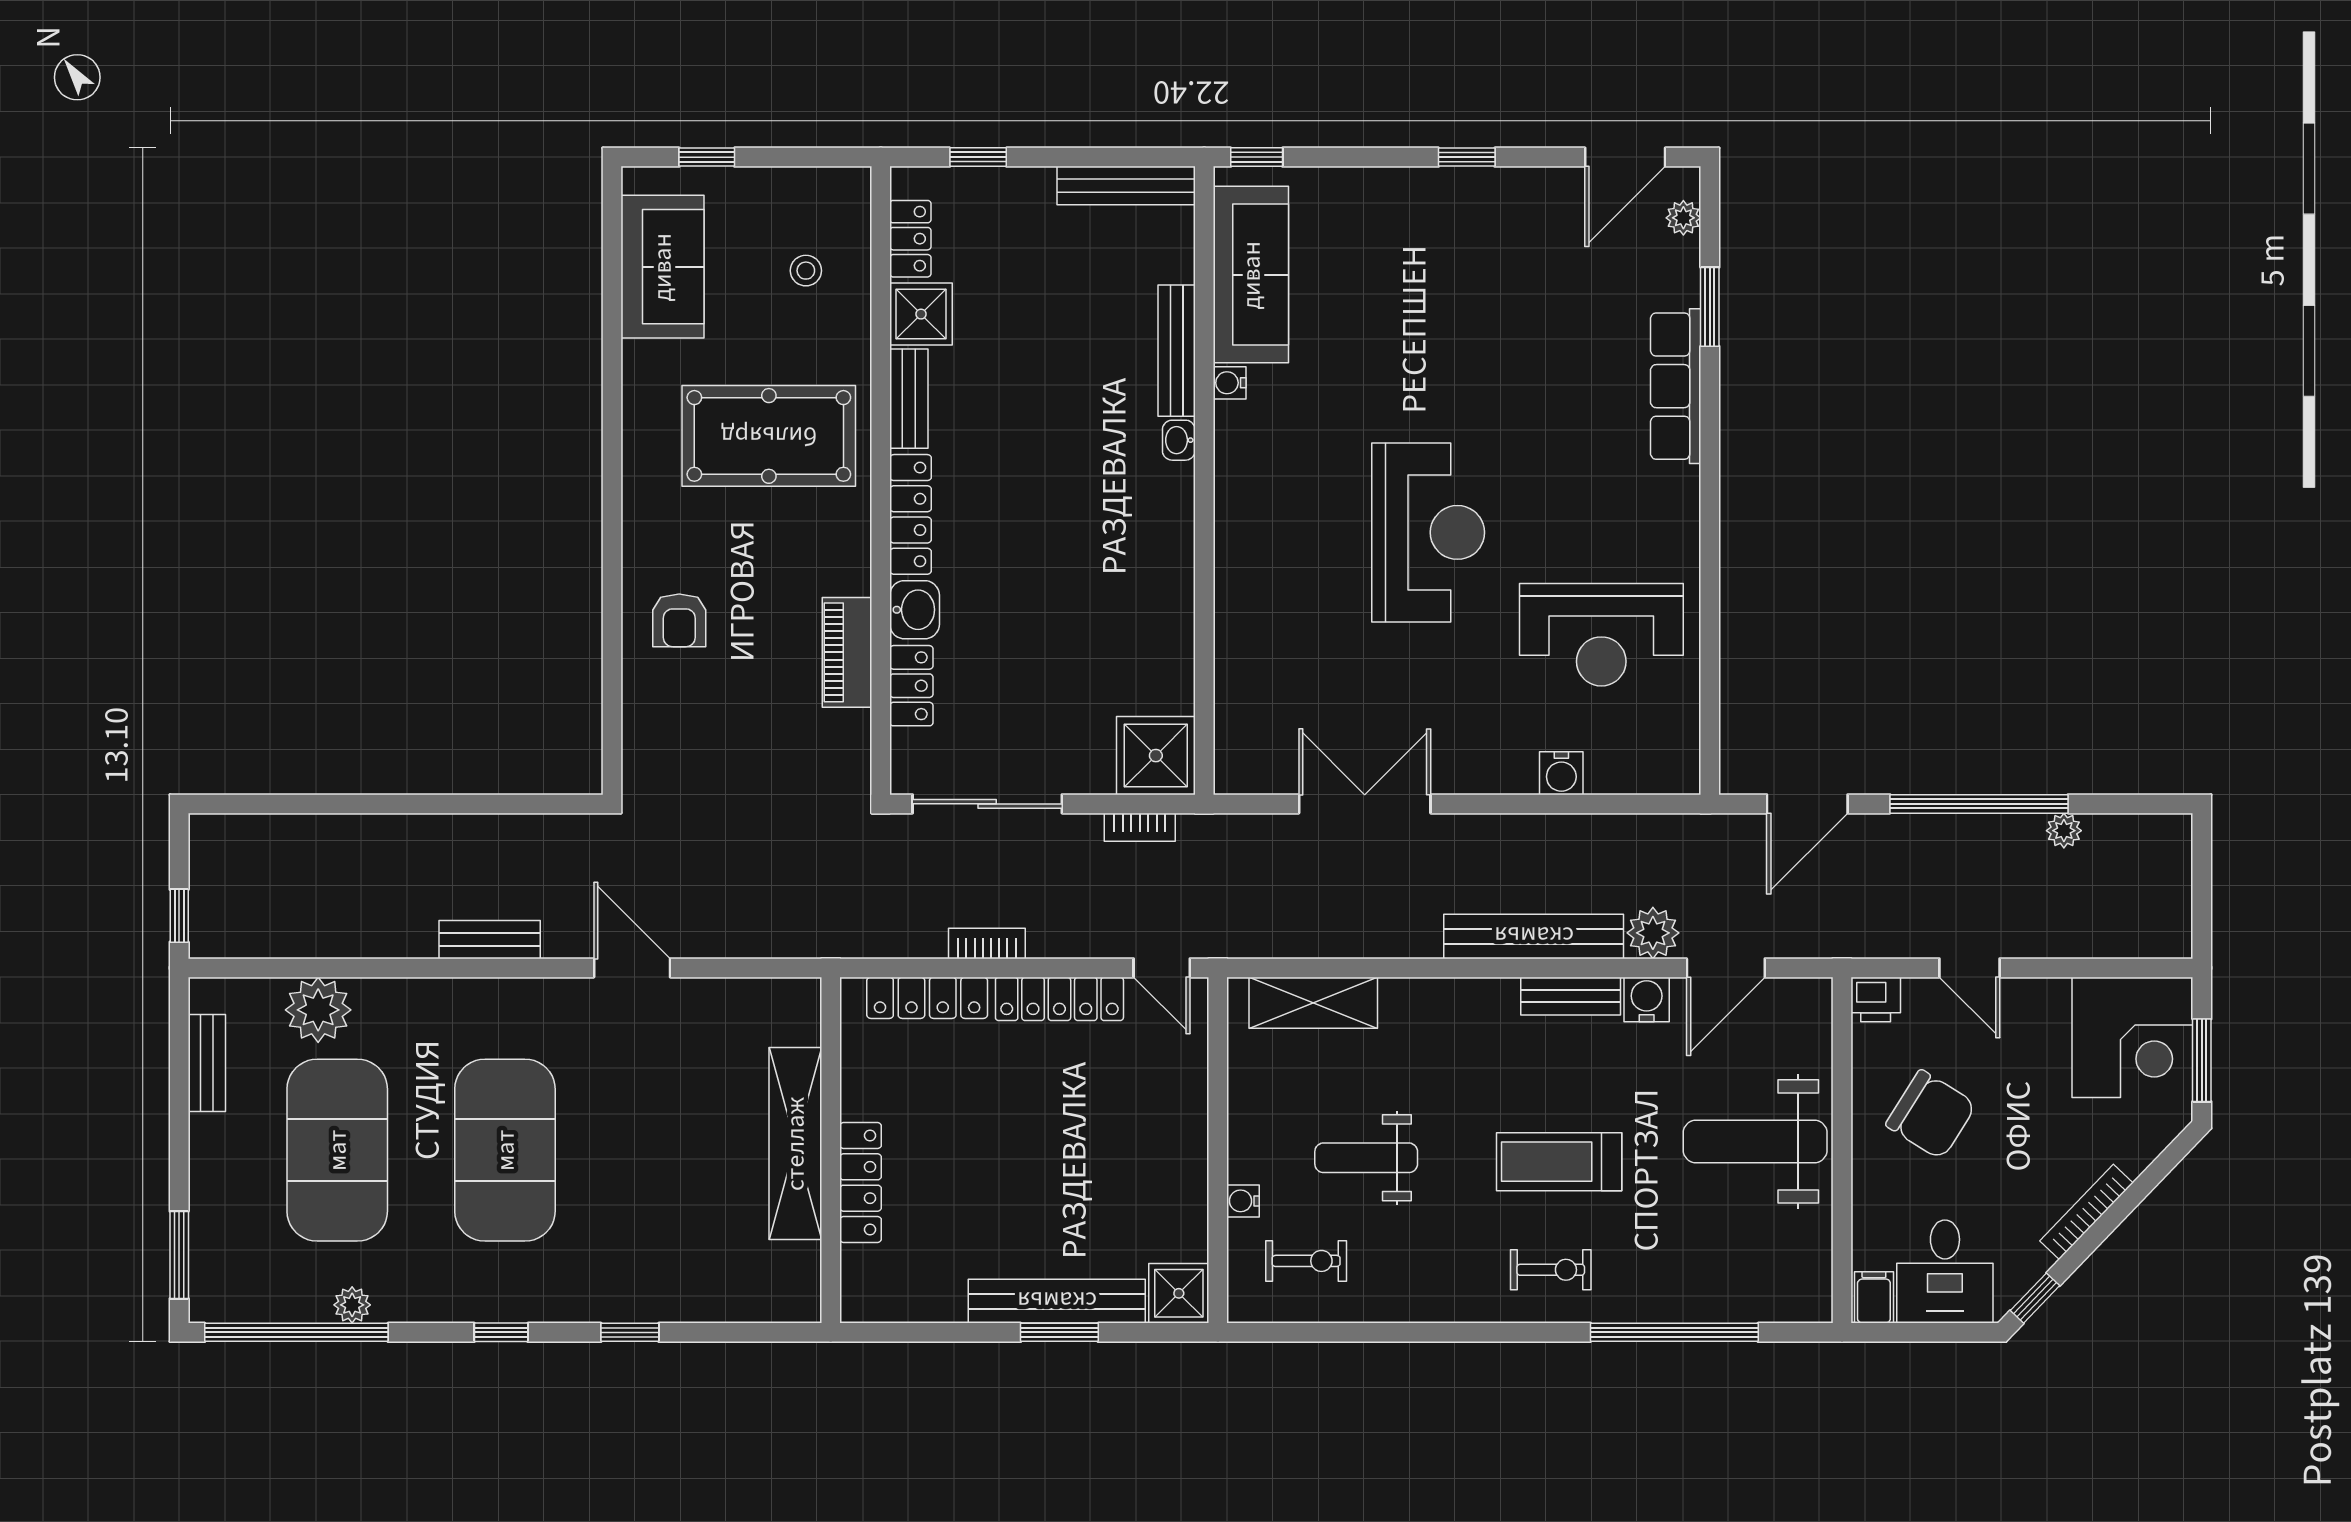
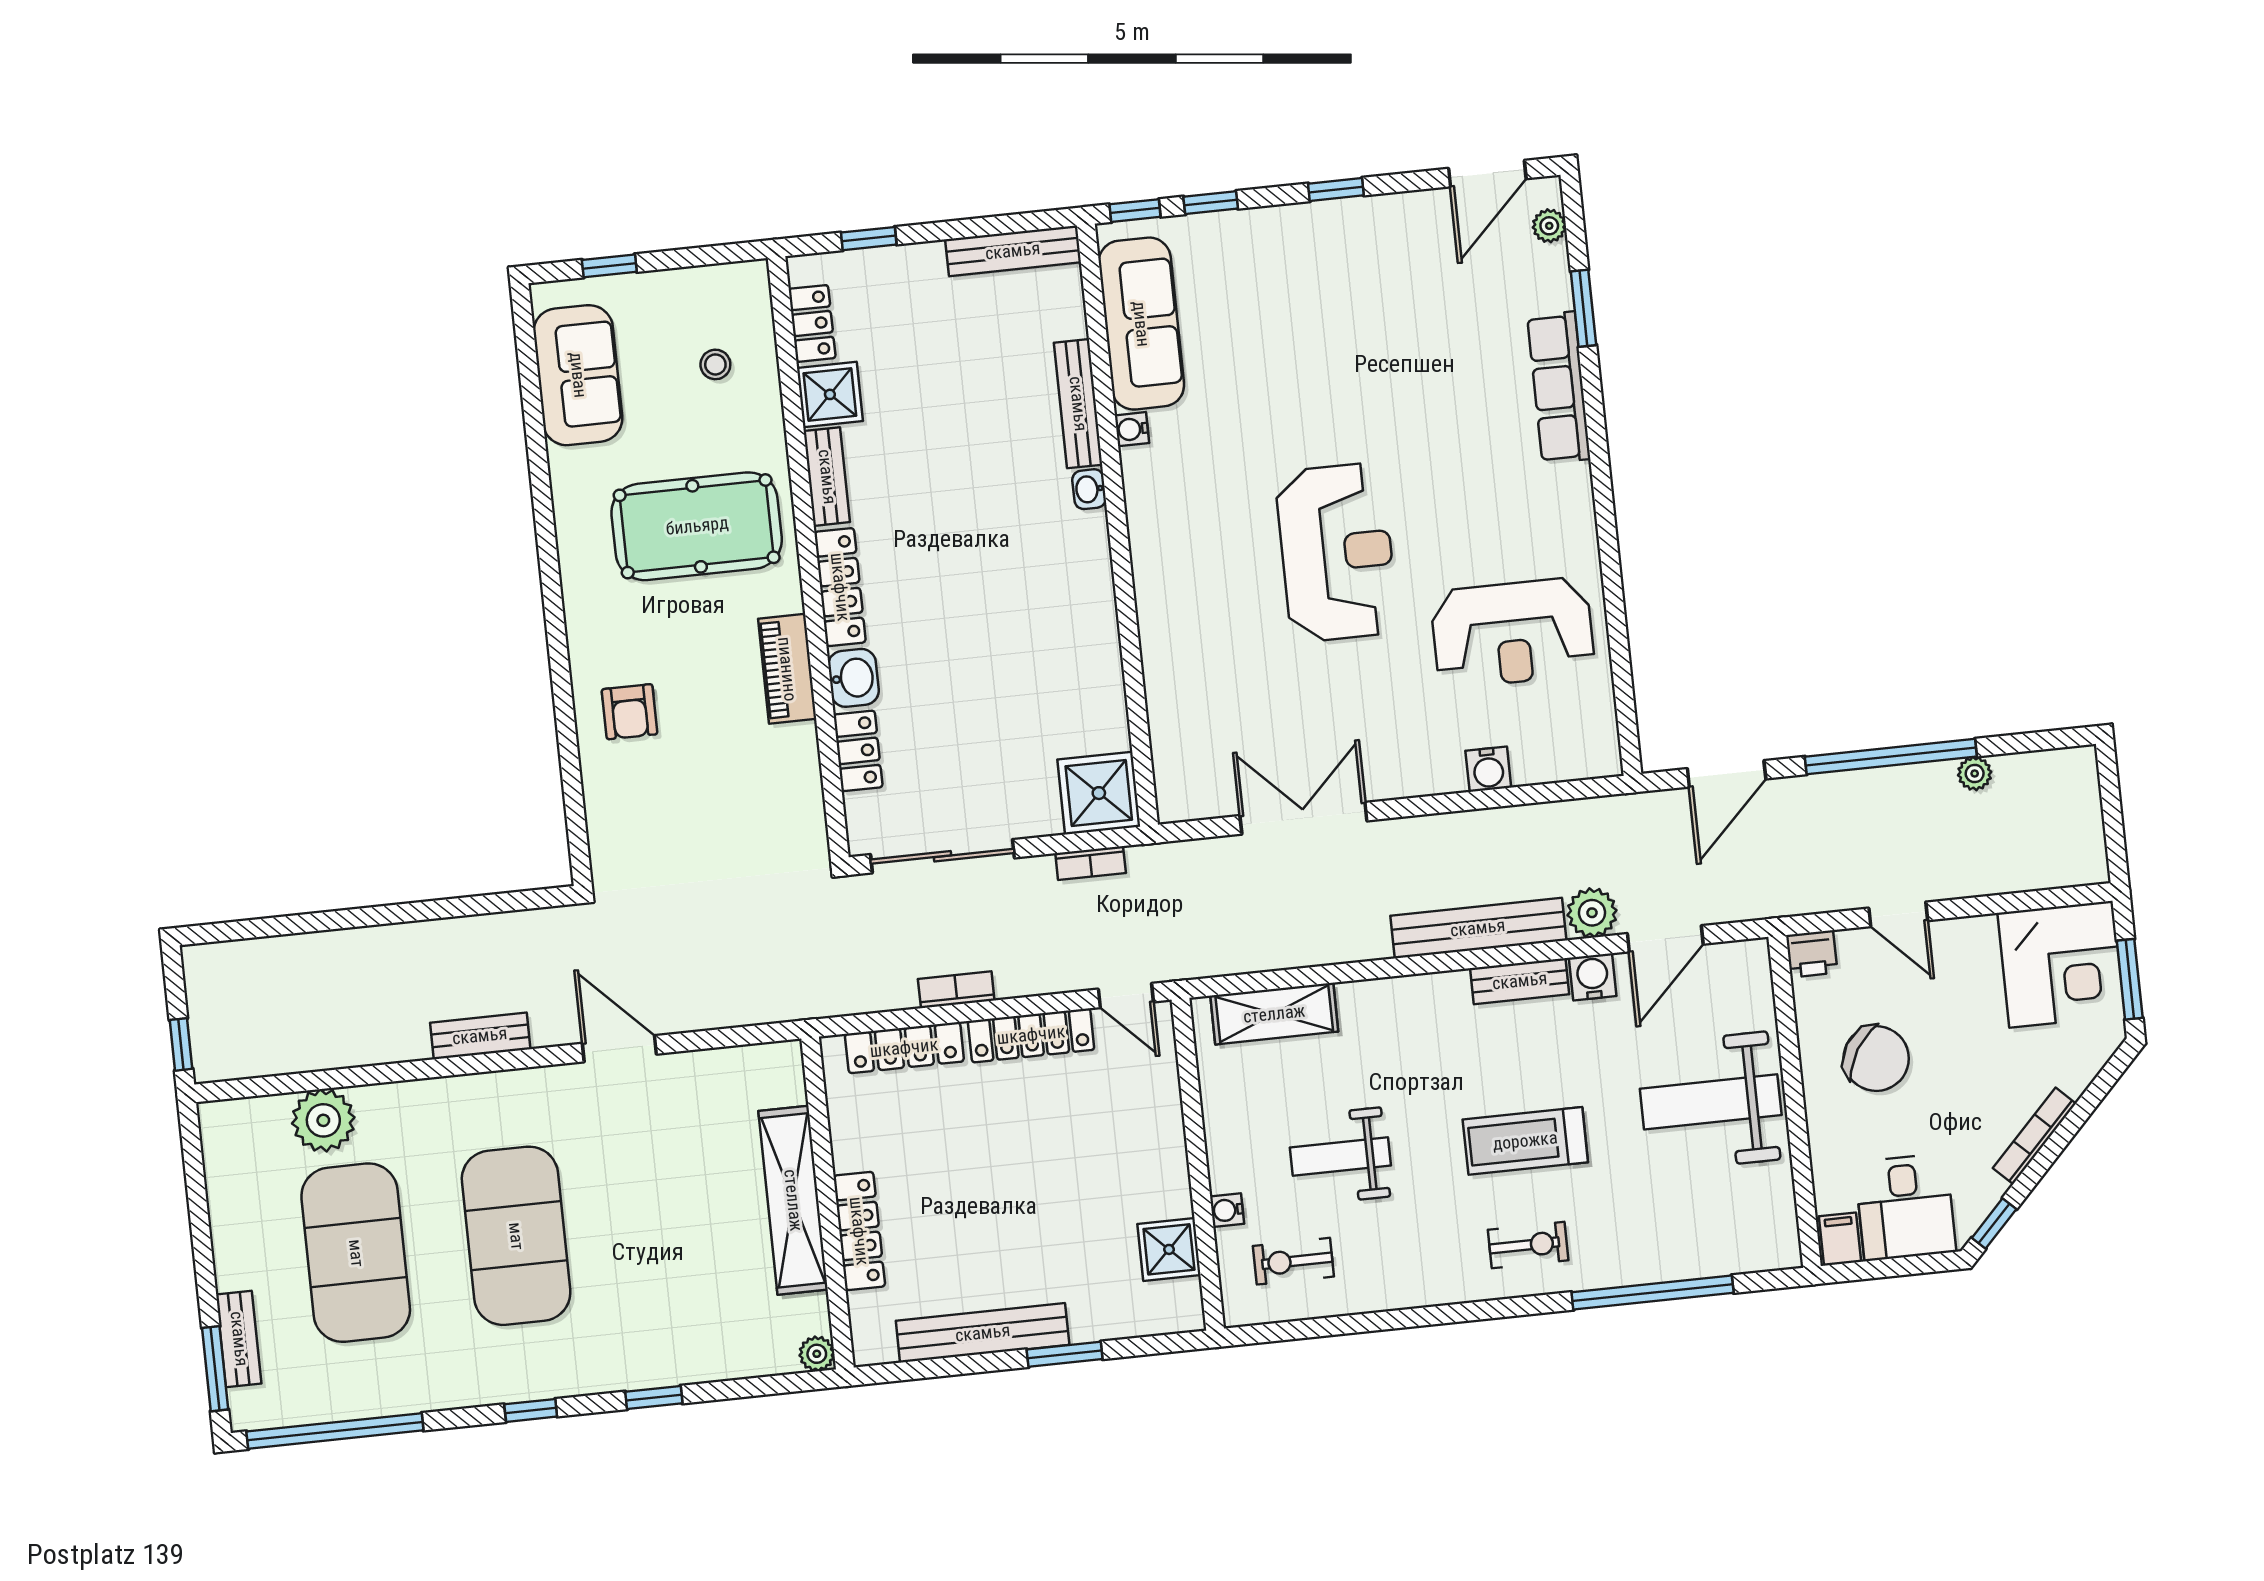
window: (1336, 157) -> (1211, 203), added
piano: (847, 652) -> (787, 669), moved
bench: (207, 1063) -> (239, 1339), moved
exercise bike: (1306, 1261) -> (1293, 1261), turned 180
shower: (1179, 1293) -> (1169, 1249), moved
bench: (1057, 1301) -> (983, 1333), moved
plant: (352, 1305) -> (817, 1354), moved

